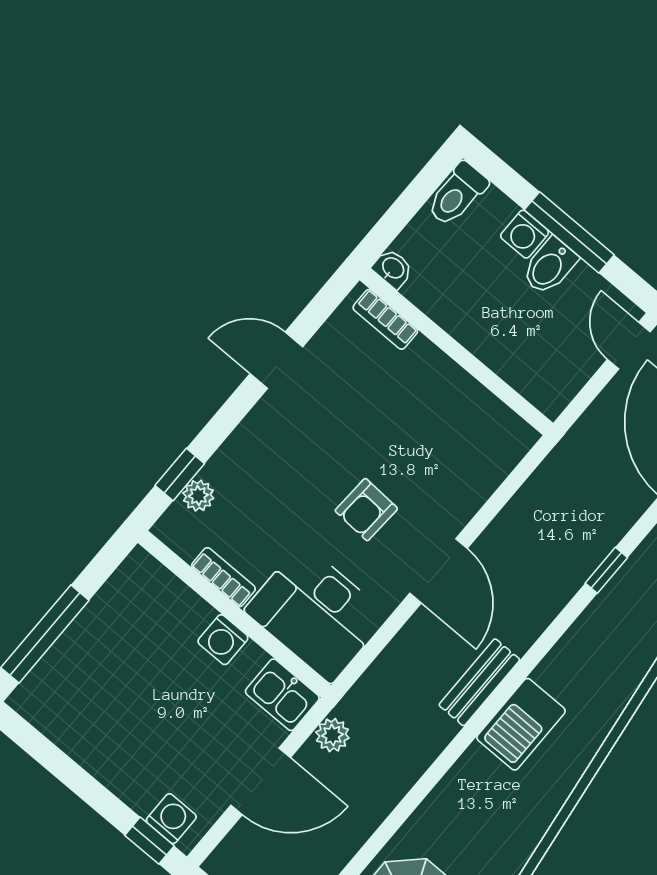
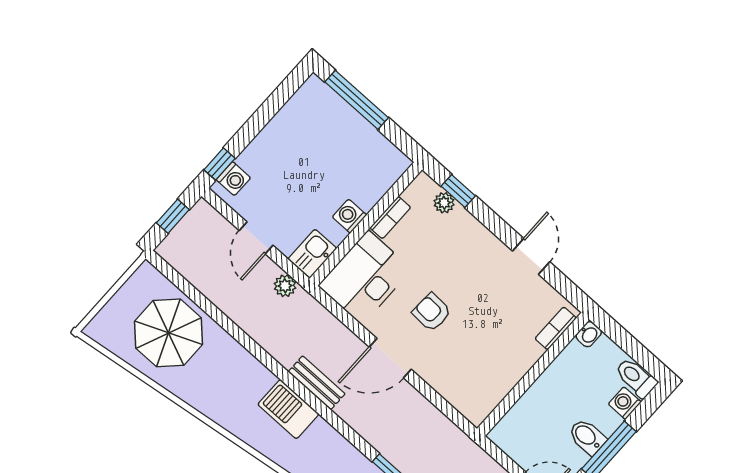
washing machine: (525, 234) -> (625, 403), moved
door: (261, 781) -> (256, 238), width x0.73

